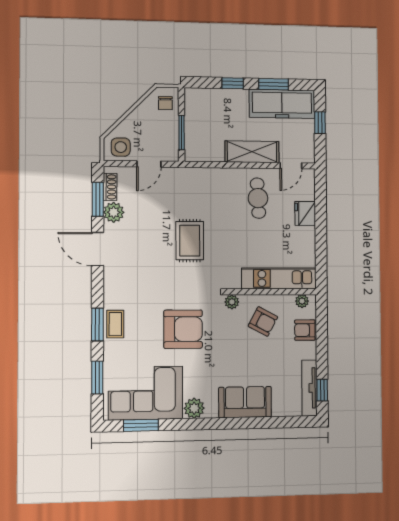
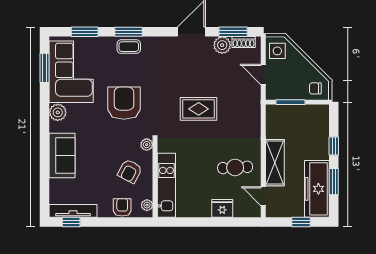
armchair: (183, 329) -> (124, 103), turned 180

